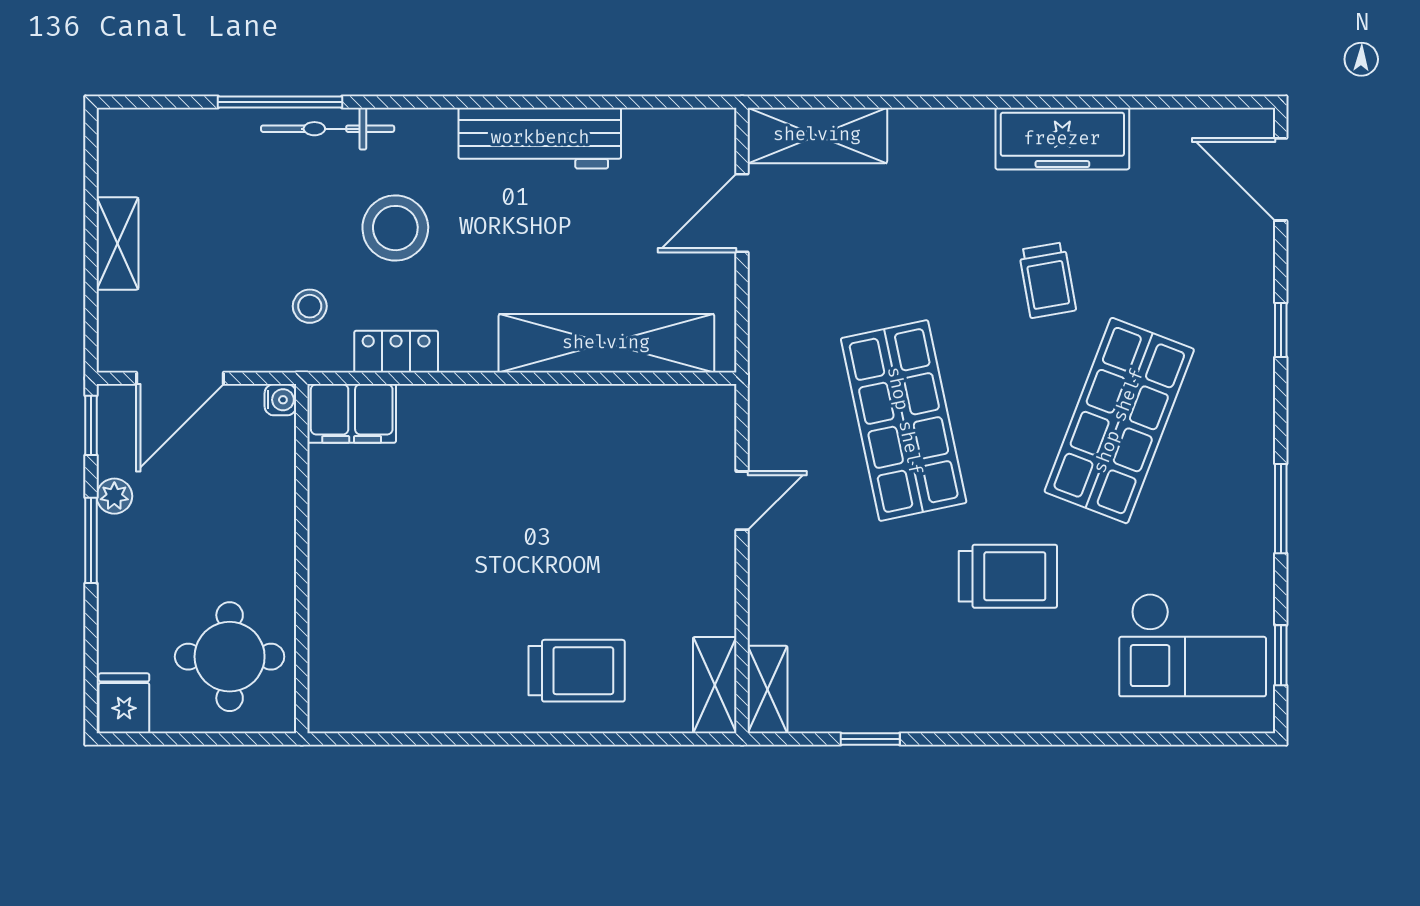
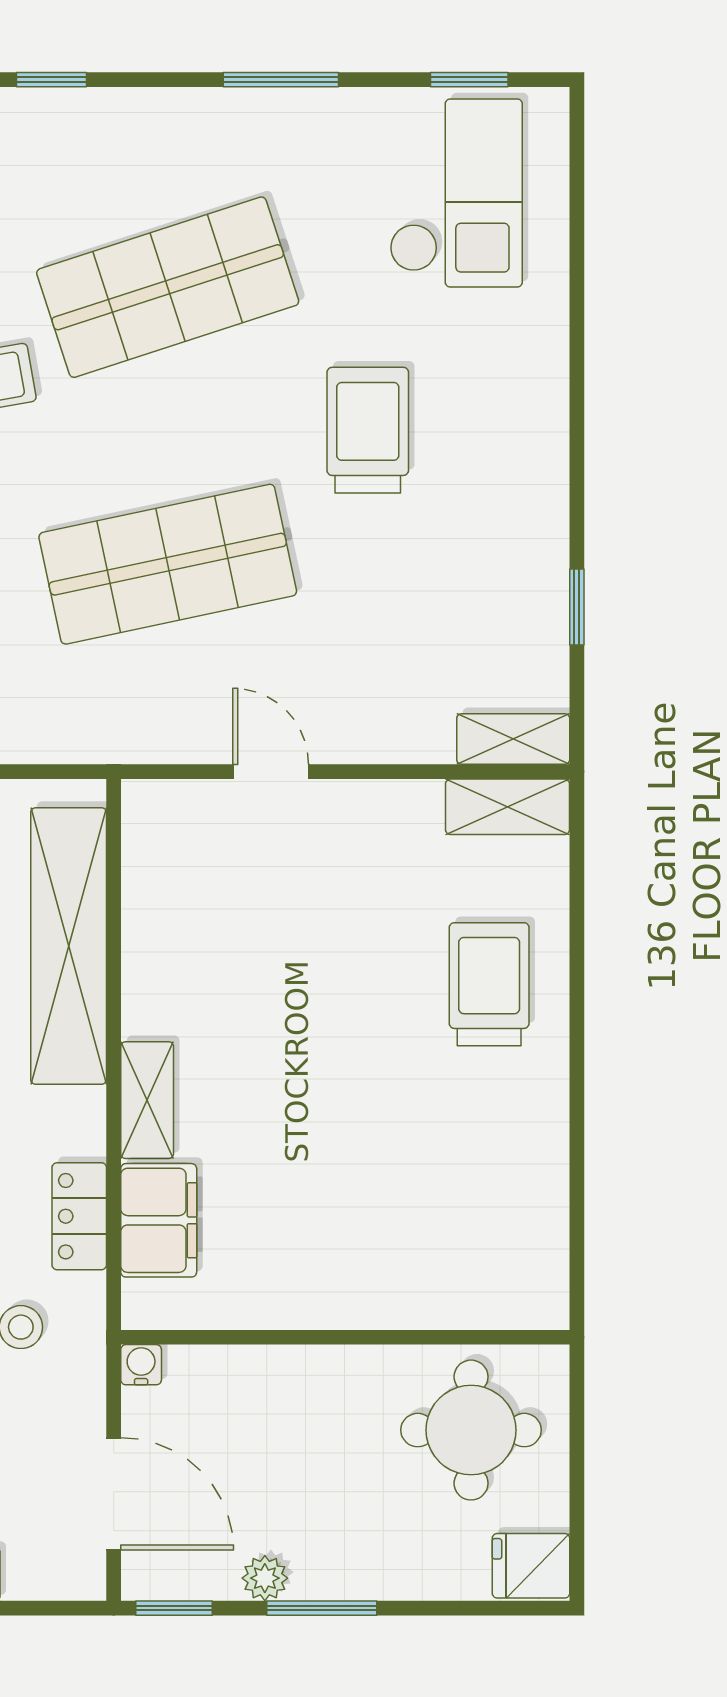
shelving: (486, 404) -> (147, 1100), added
filing cabinet: (352, 413) -> (159, 1220), moved
shop shelf: (1119, 421) -> (168, 287), turned -39

